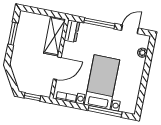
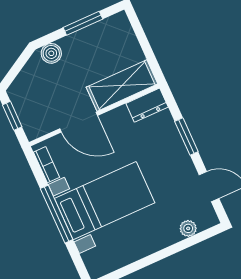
window: (99, 23) -> (186, 136), width x0.69
boiler: (16, 58) -> (51, 53), added
window: (105, 111) -> (57, 214), moved

